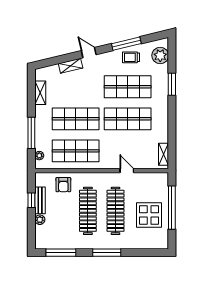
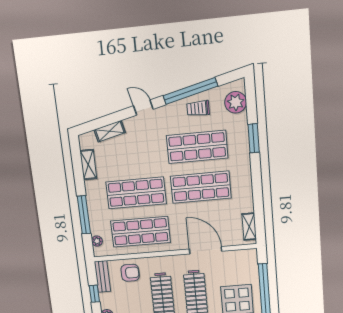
window: (126, 44) -> (190, 91), width x1.46
shelving: (71, 66) -> (110, 131), moved
door: (127, 171) -> (206, 250), width x1.87
armchair: (63, 185) -> (130, 273), turned -90
bench: (40, 200) -> (102, 276), moved

